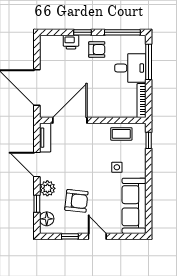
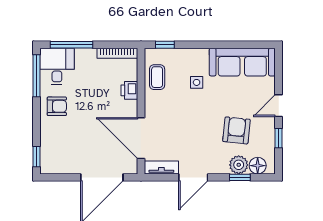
window: (83, 32) -> (37, 157), moved
printer: (71, 42) -> (129, 90), moved, turned 180
armchair: (97, 49) -> (57, 106), turned 90
desk: (130, 68) -> (57, 67), moved
plant: (47, 188) -> (239, 165), moved

